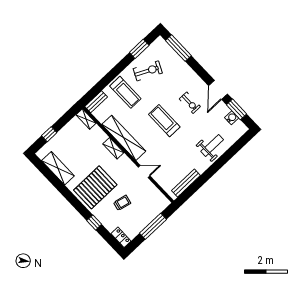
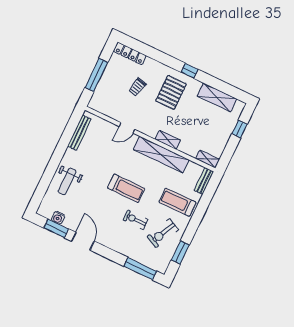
exercise bike: (190, 103) -> (136, 220), moved
pallet: (95, 187) -> (171, 92), width x0.73, depth x0.71
window: (94, 222) -> (190, 71), moved
locker: (121, 237) -> (130, 53), width x1.53

